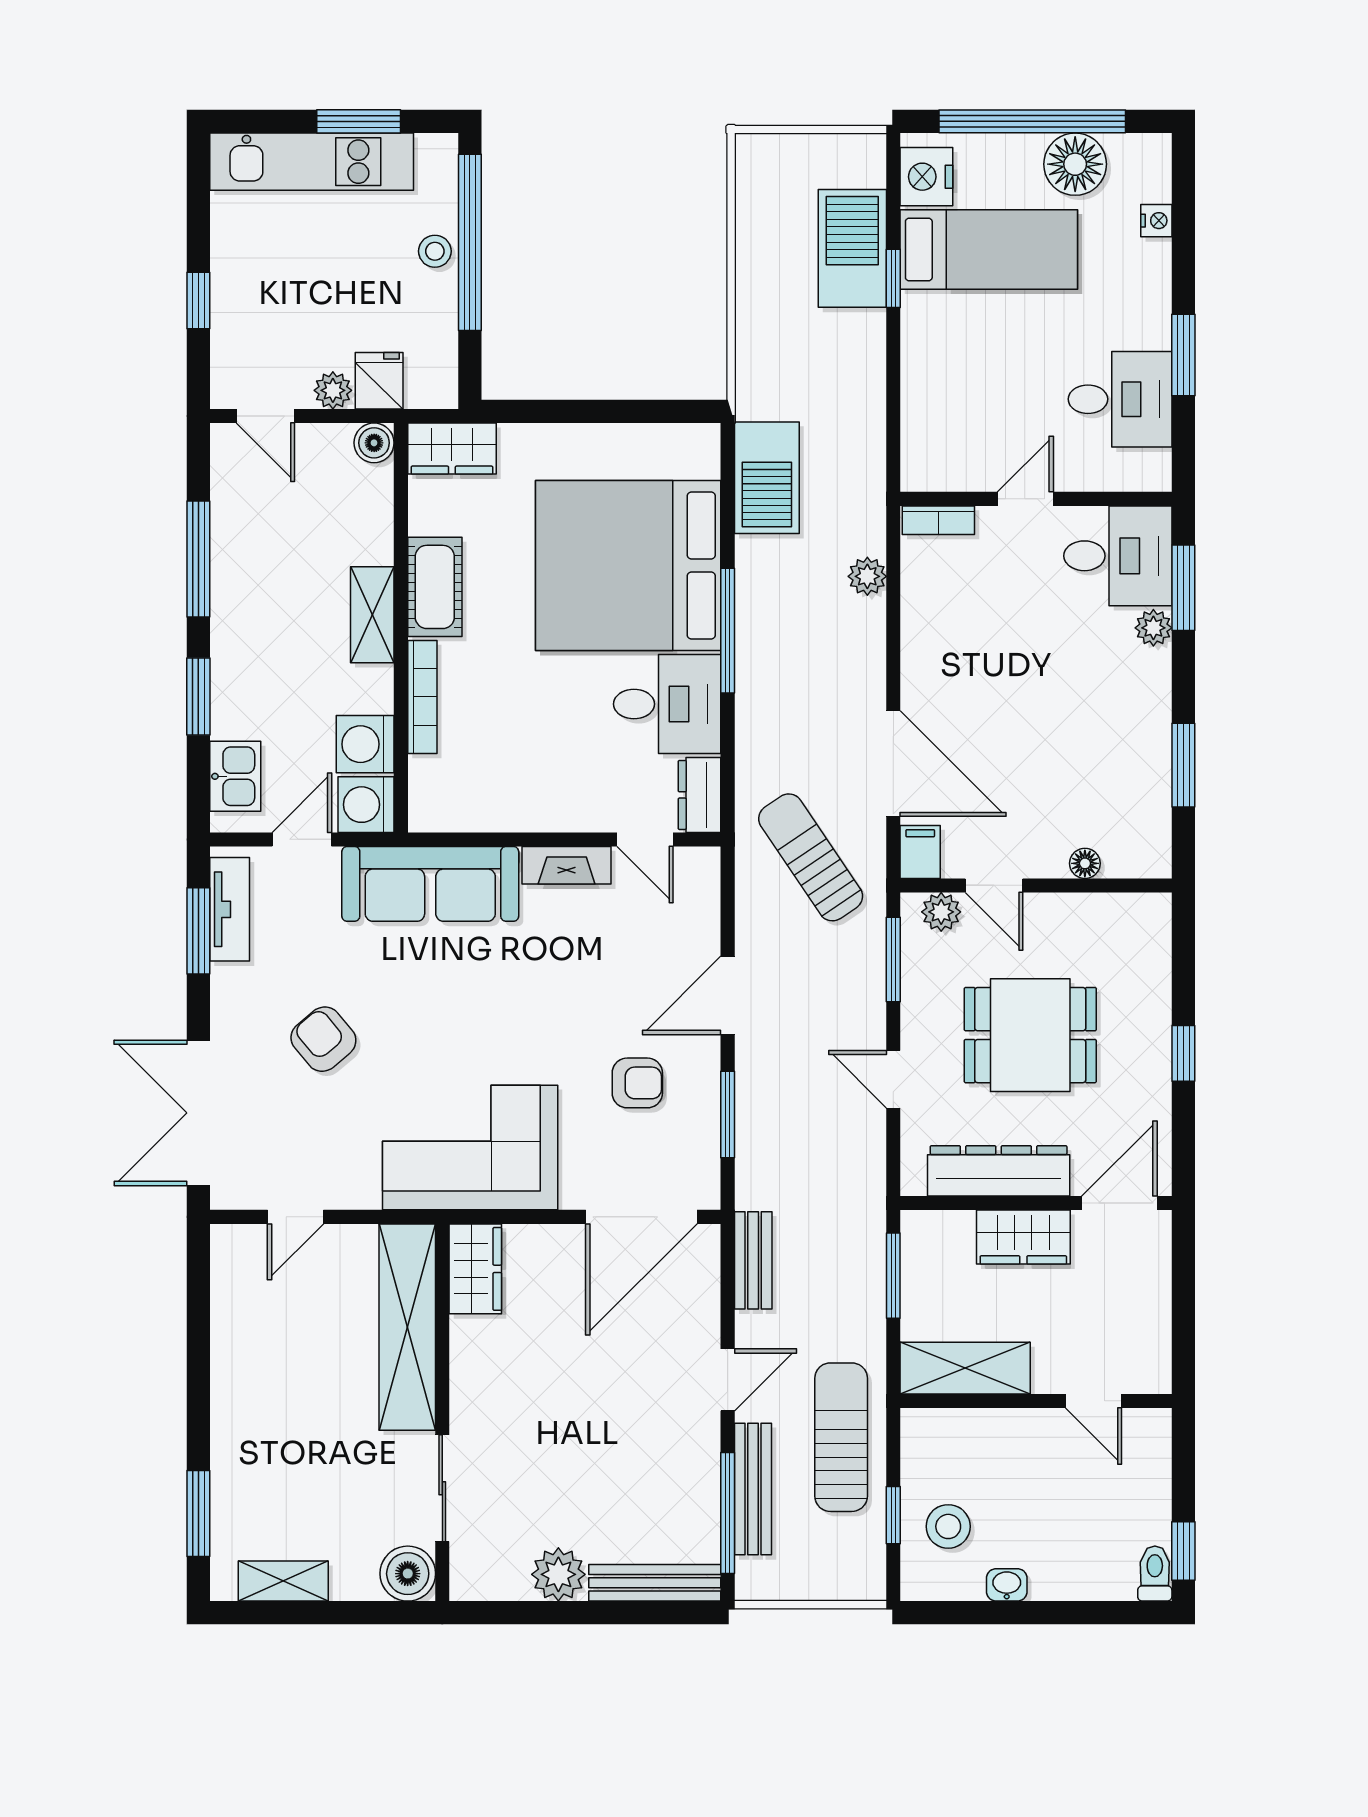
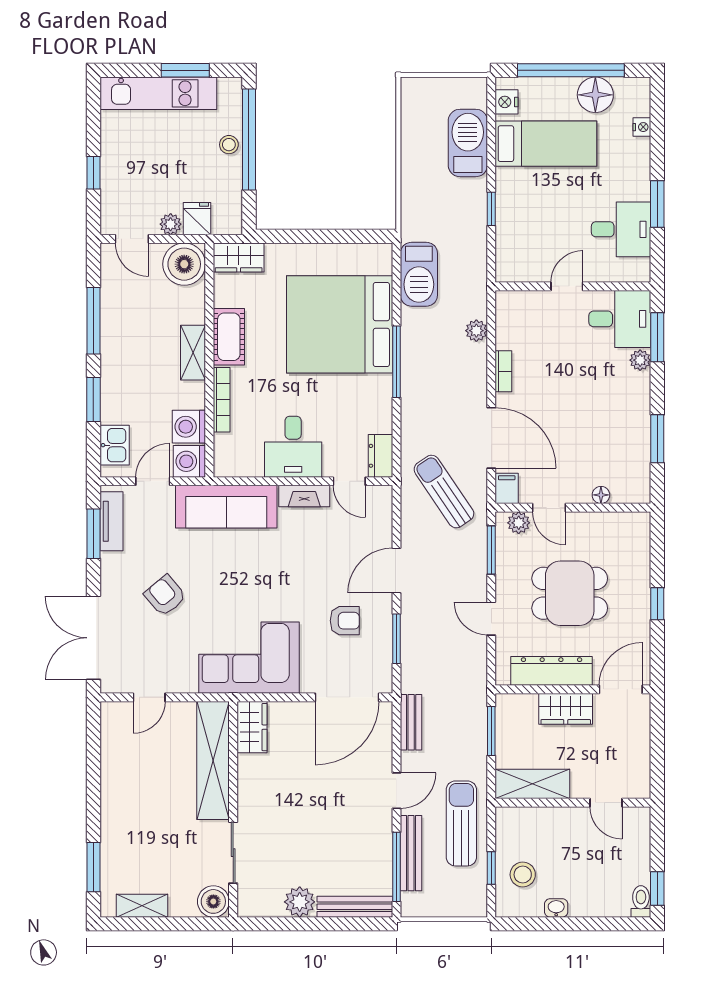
nightstand: (926, 177) -> (507, 102), width x0.74, depth x0.75
window: (893, 278) -> (491, 209), moved
boiler: (374, 443) -> (184, 264), width x1.86, depth x1.86
bookcase: (938, 520) -> (503, 371), moved, turned -90
desk: (667, 704) -> (293, 447), moved, turned 90

